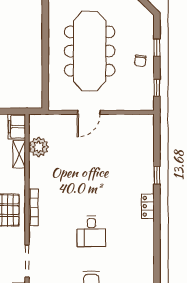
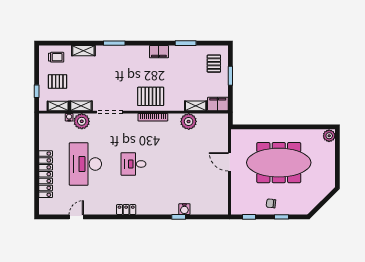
plant: (39, 147) -> (189, 121), moved
water cooler: (147, 168) -> (184, 209), added
locker: (148, 206) -> (126, 210), moved

